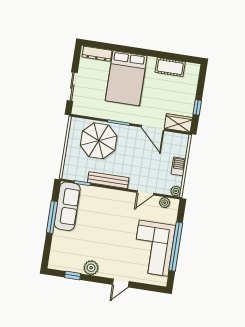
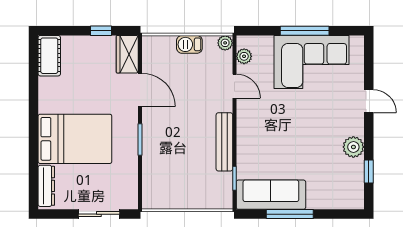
cot: (170, 67) -> (49, 56), moved
door: (153, 128) -> (140, 90), hinge flipped
parasol: (99, 141) -> (170, 164), removed
window: (176, 247) -> (305, 31), width x0.68

